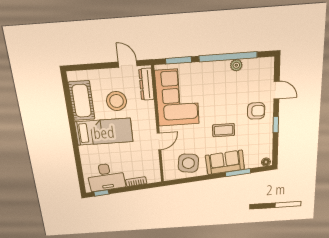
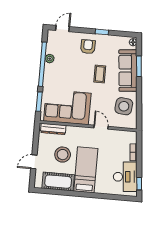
door: (128, 64) -> (34, 162), moved
door: (277, 90) -> (63, 29), moved
sofa: (225, 162) -> (128, 71), width x1.36

